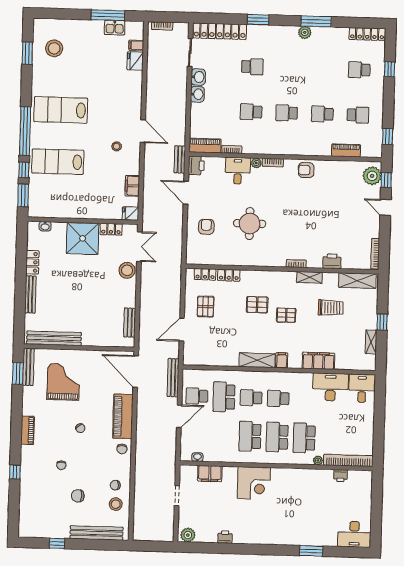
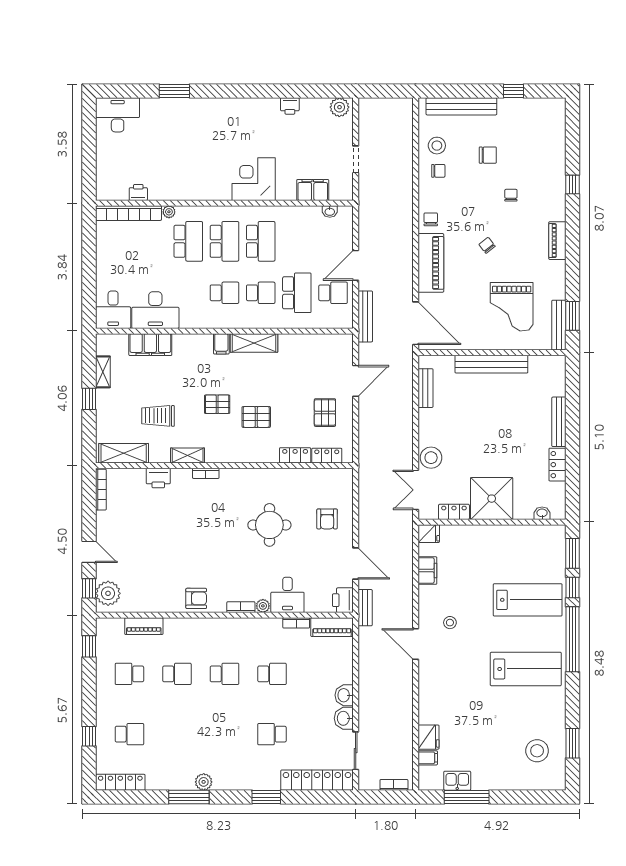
bench: (54, 338) -> (491, 364), moved
filing cabinet: (318, 361) -> (150, 345), moved

